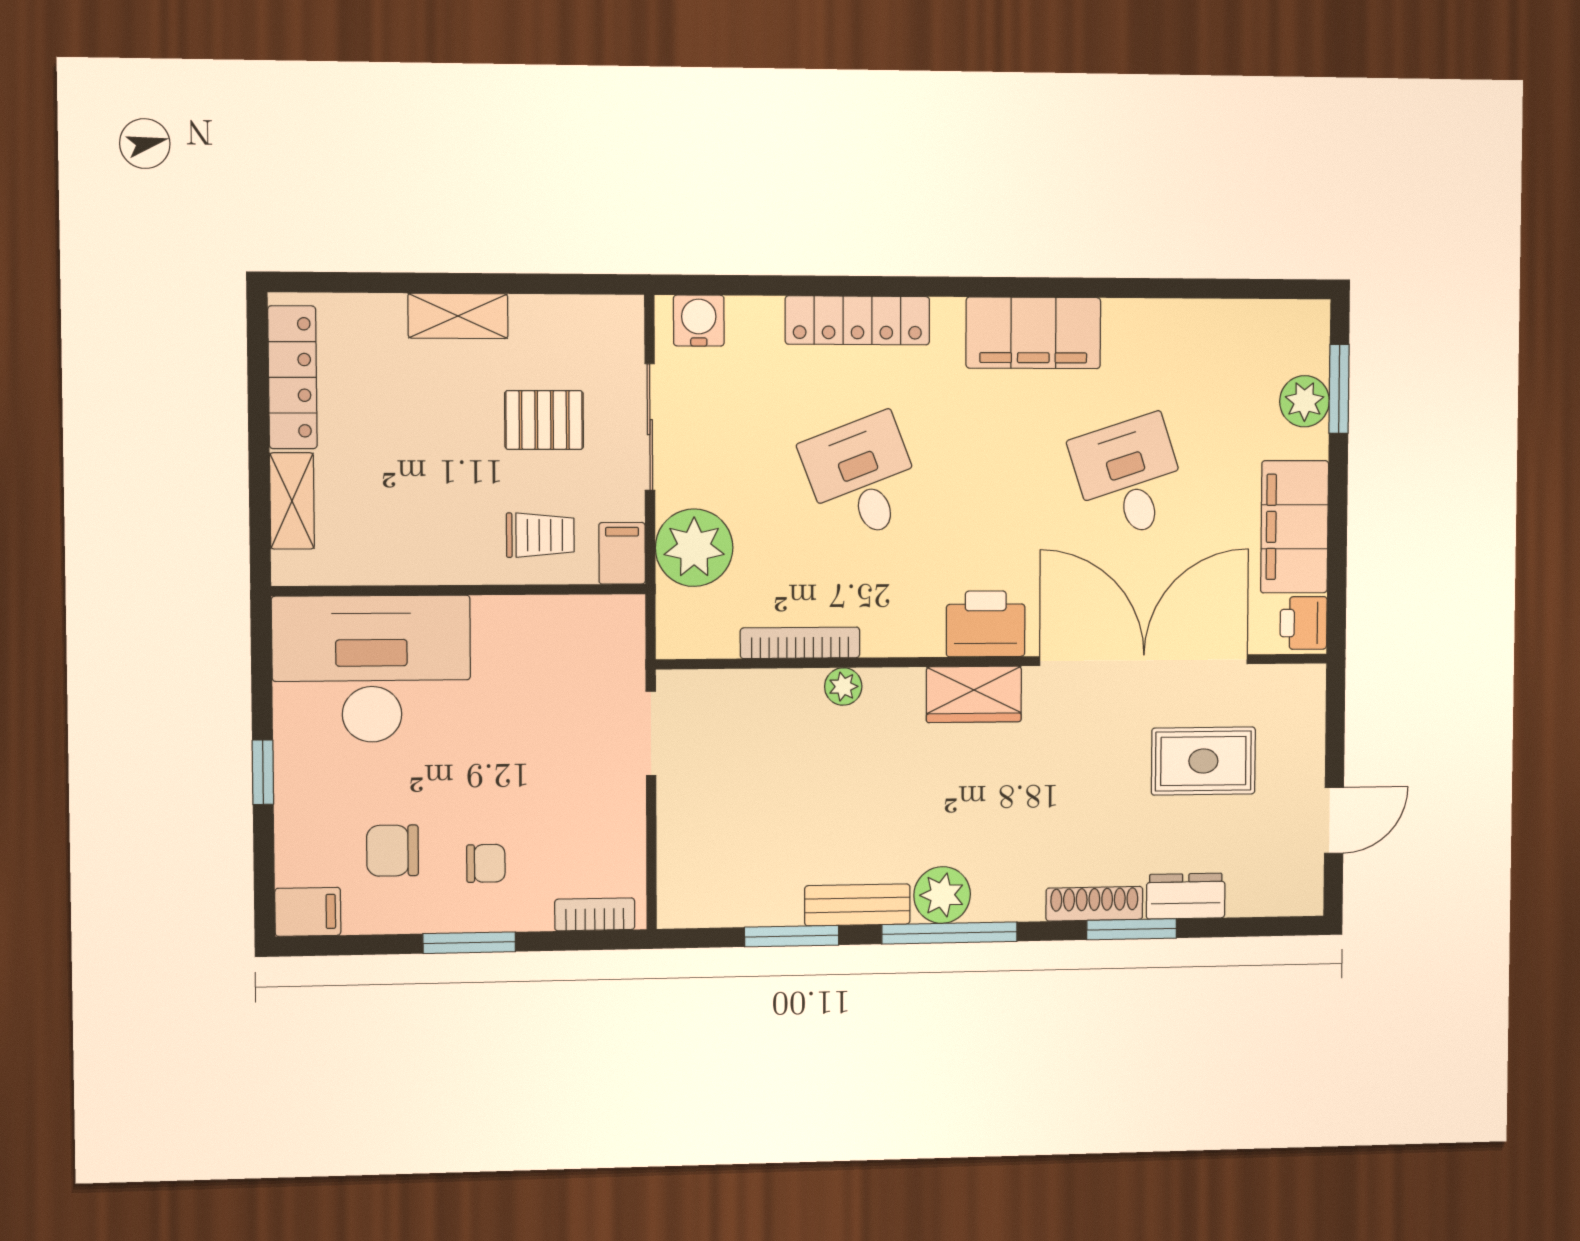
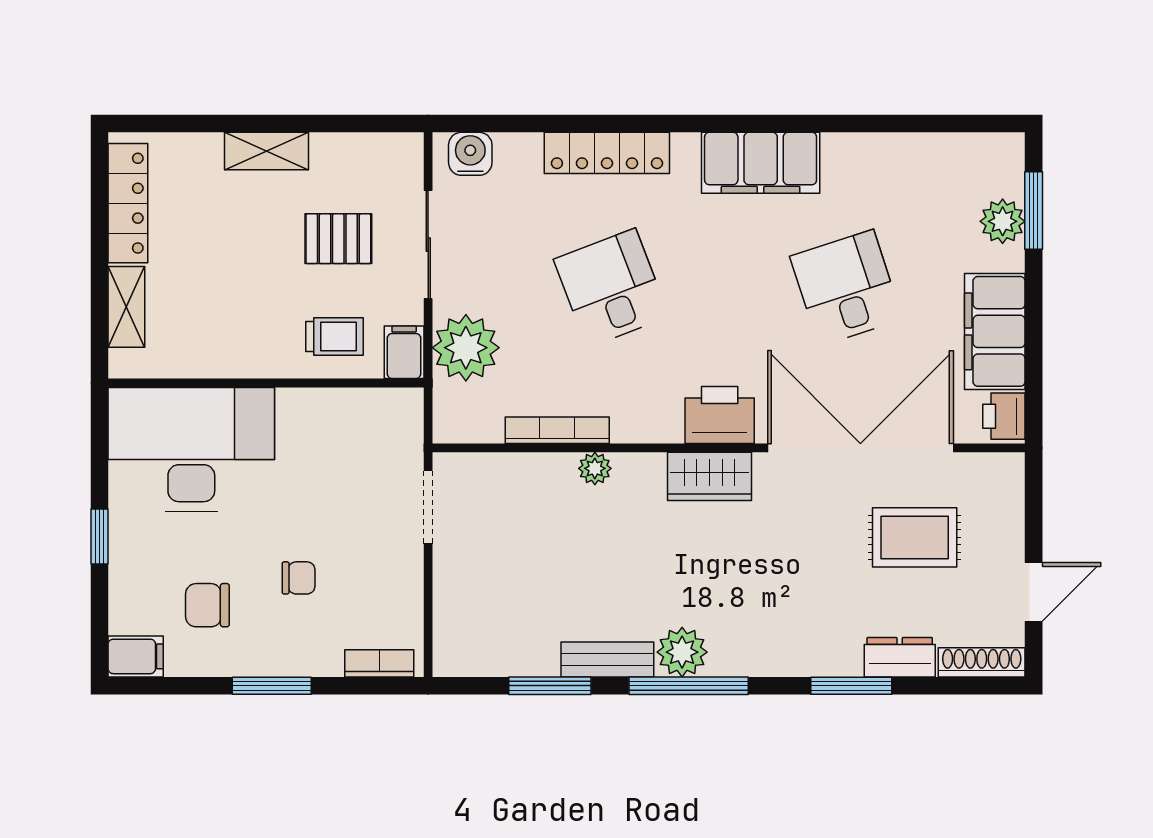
chair: (486, 863) -> (299, 578), moved
shoe rack: (1094, 904) -> (982, 662), moved

